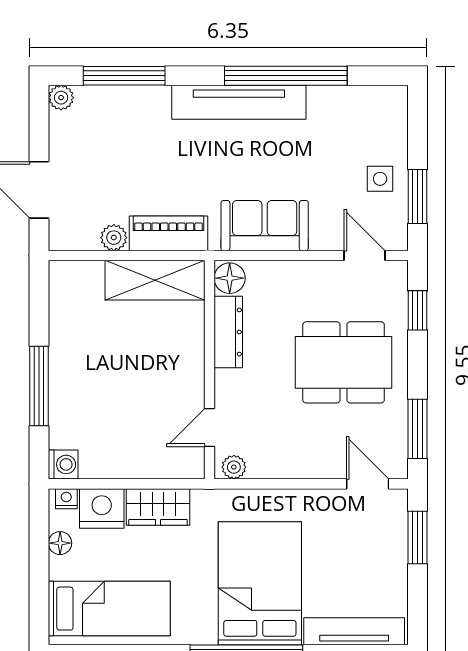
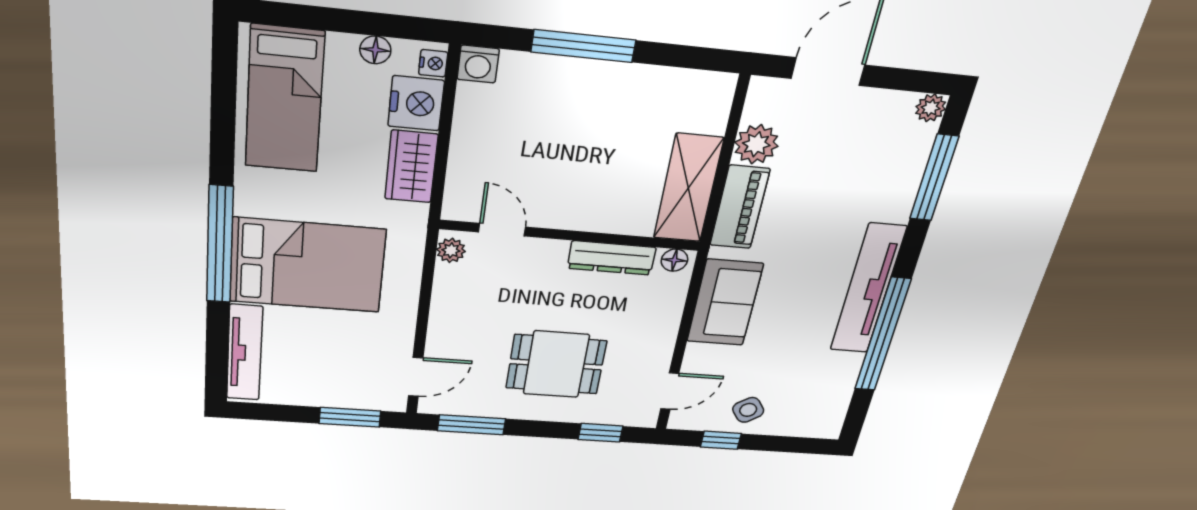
side table: (380, 179) -> (748, 410), turned -35
window: (418, 197) -> (721, 440), width x0.67
plant: (114, 238) -> (756, 144), width x1.38, depth x1.38
floor lamp: (230, 278) -> (674, 260), width x0.73, depth x0.73
dining table: (344, 362) -> (556, 364), width x0.73

